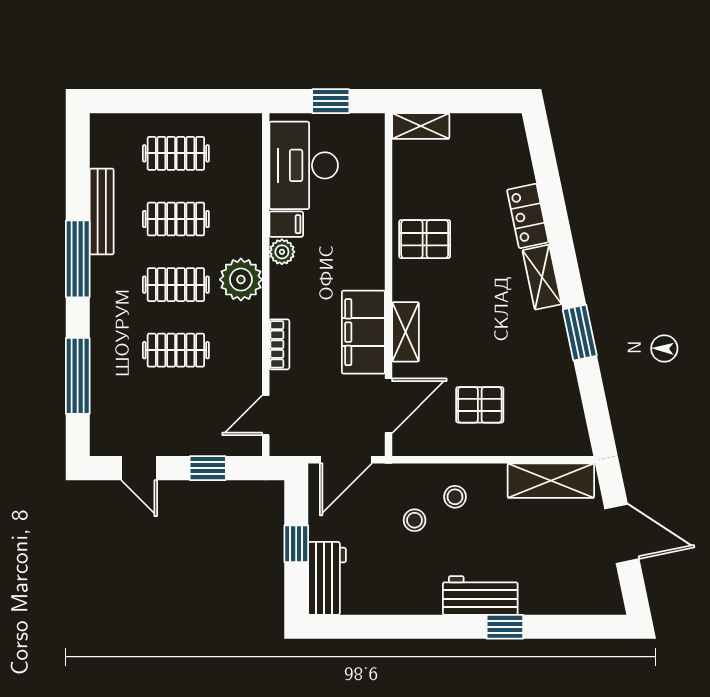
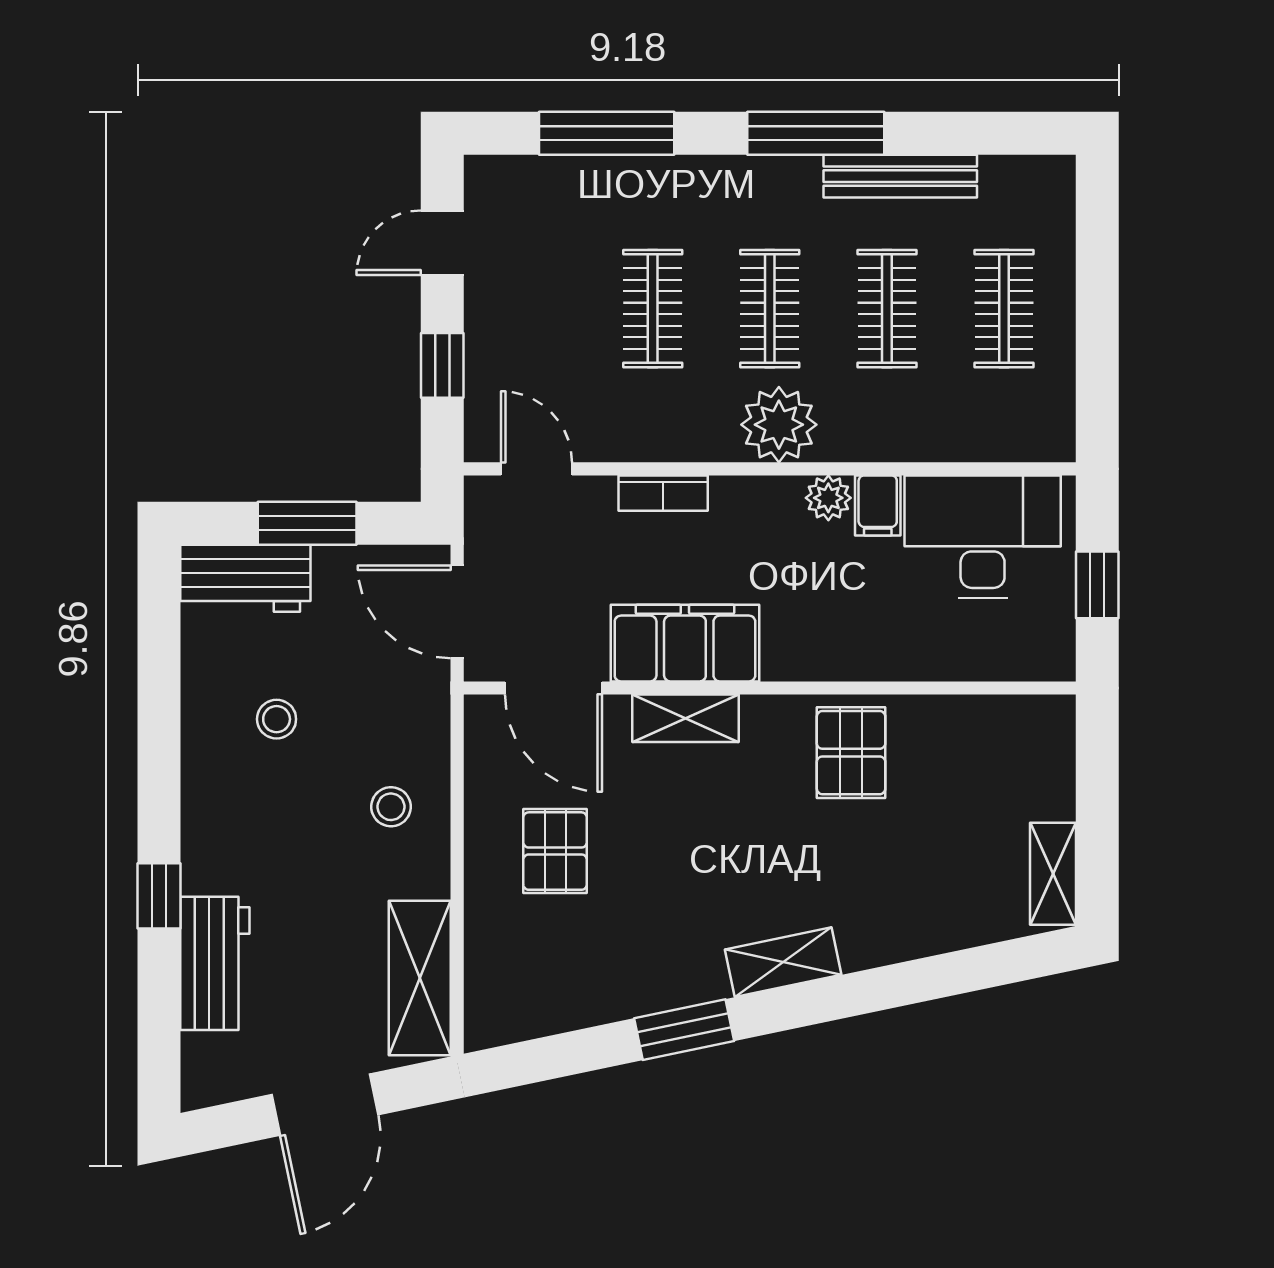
shelving: (421, 126) -> (1053, 874), moved
locker: (528, 216) -> (892, 937), removed
stool: (415, 520) -> (277, 719), moved
window: (296, 544) -> (307, 523), width x1.50
workbench: (480, 595) -> (215, 963), moved

